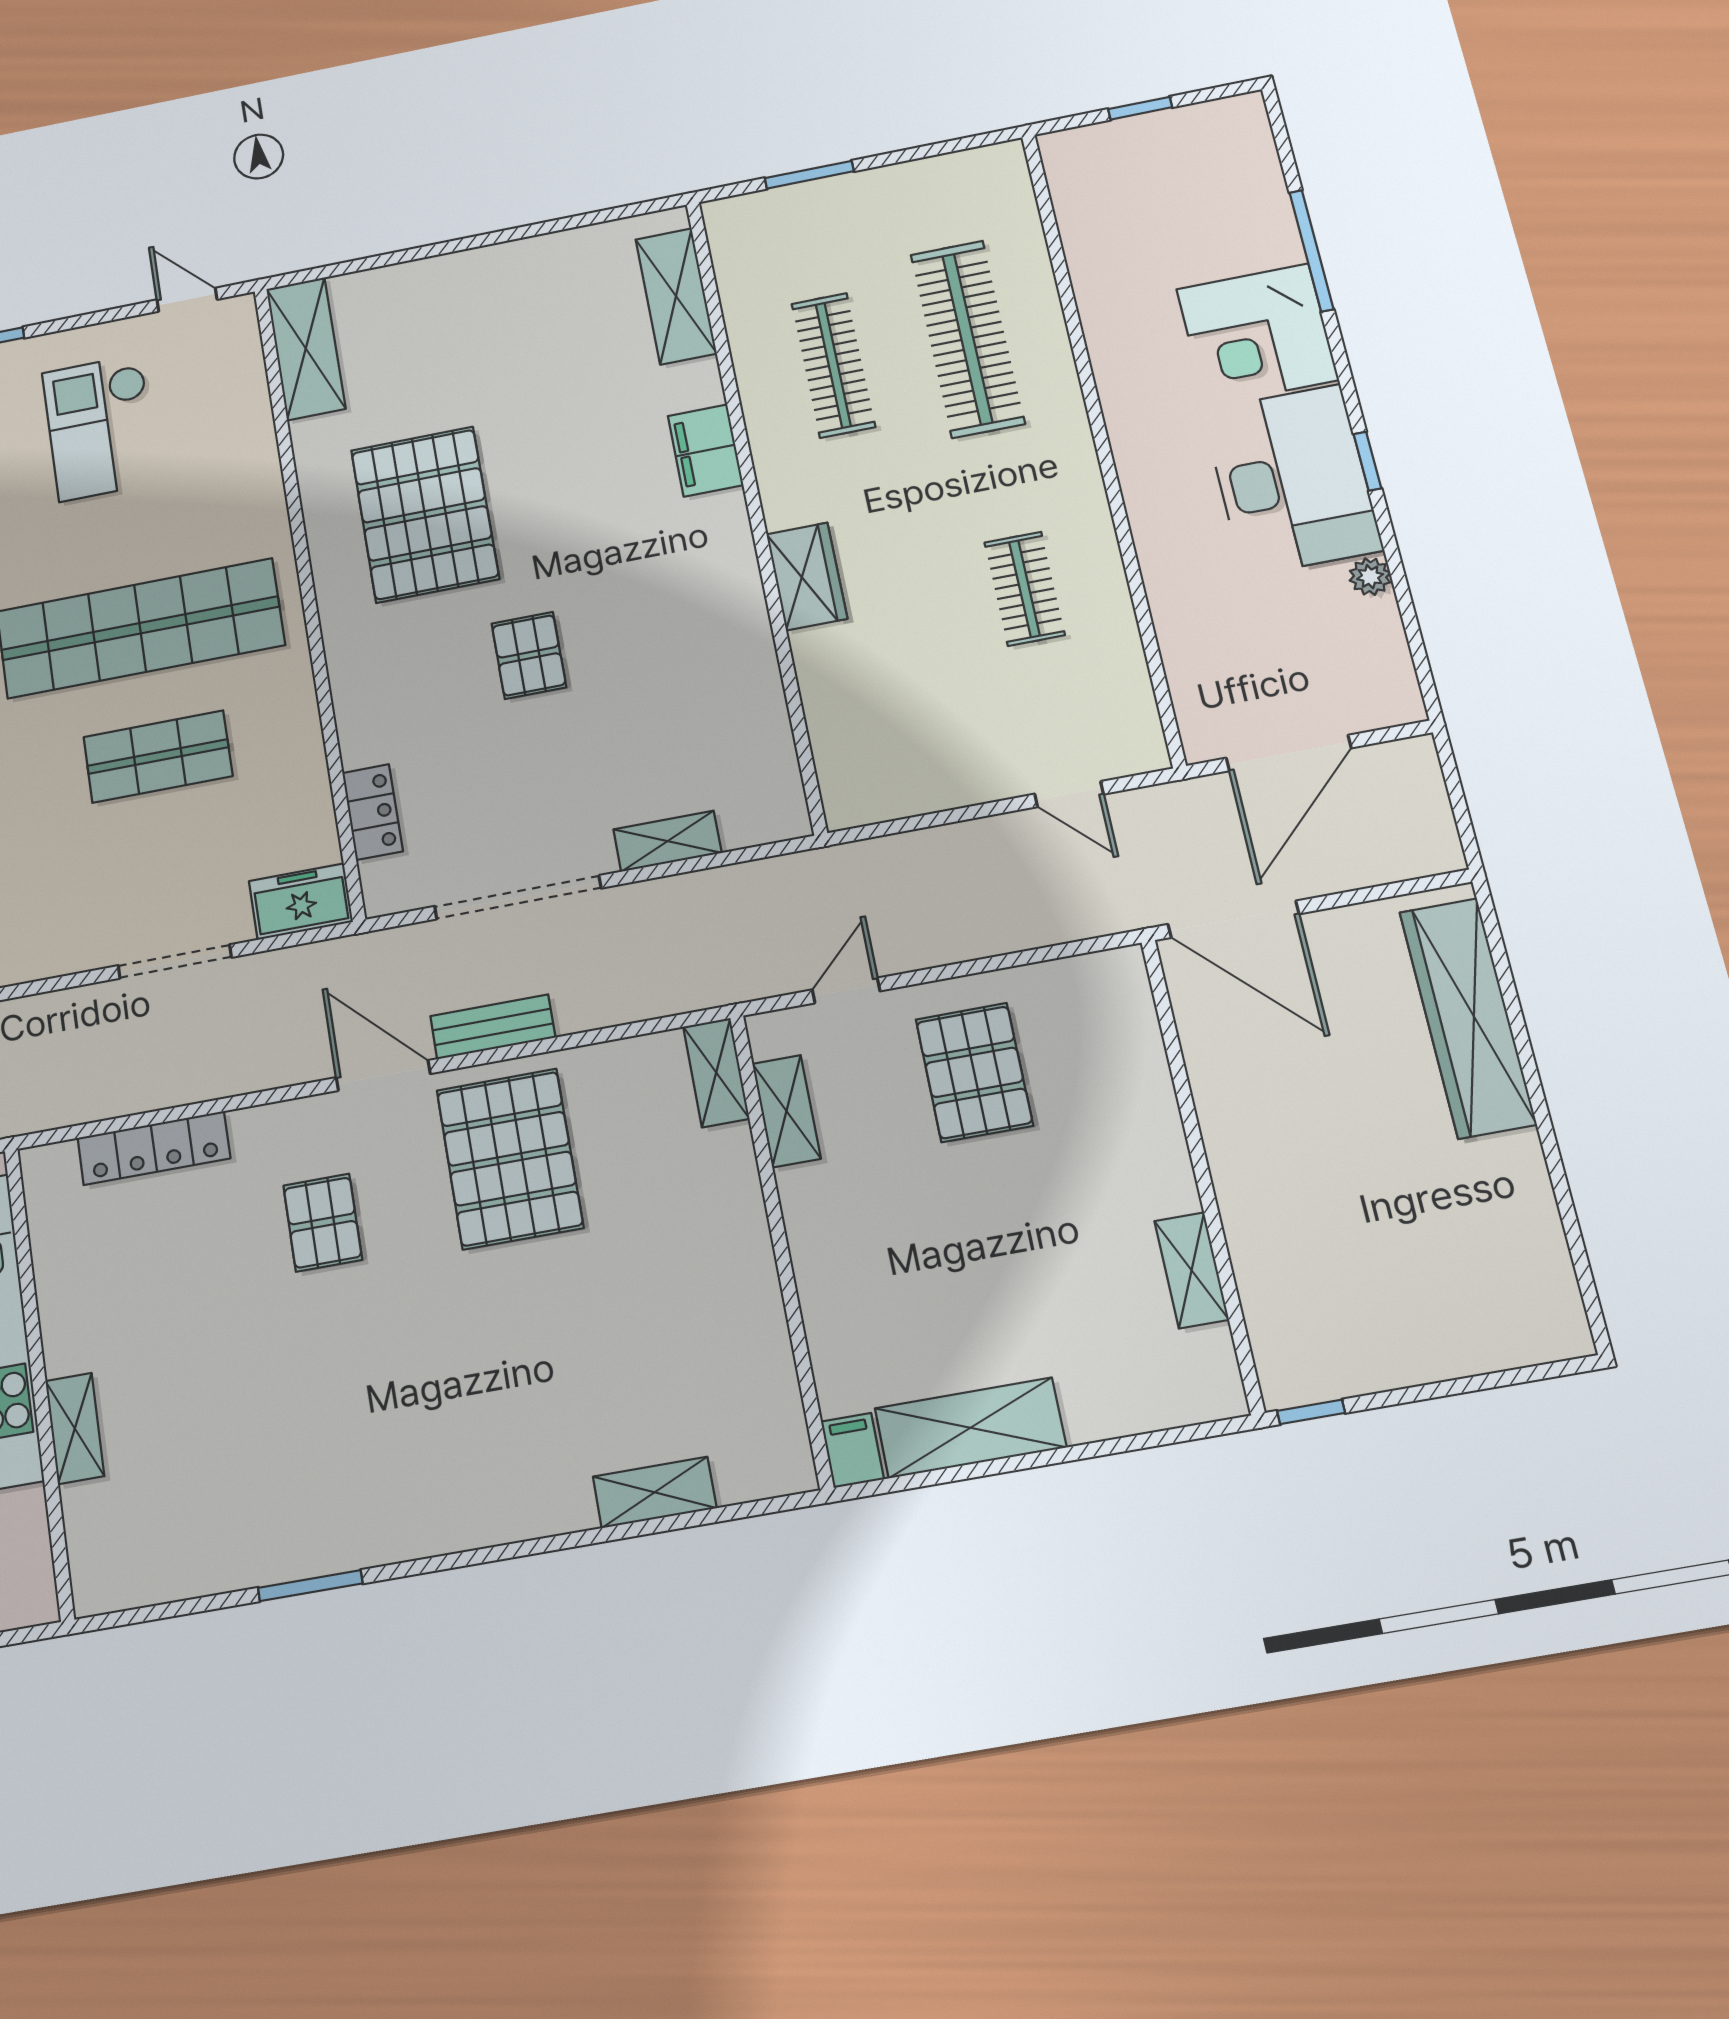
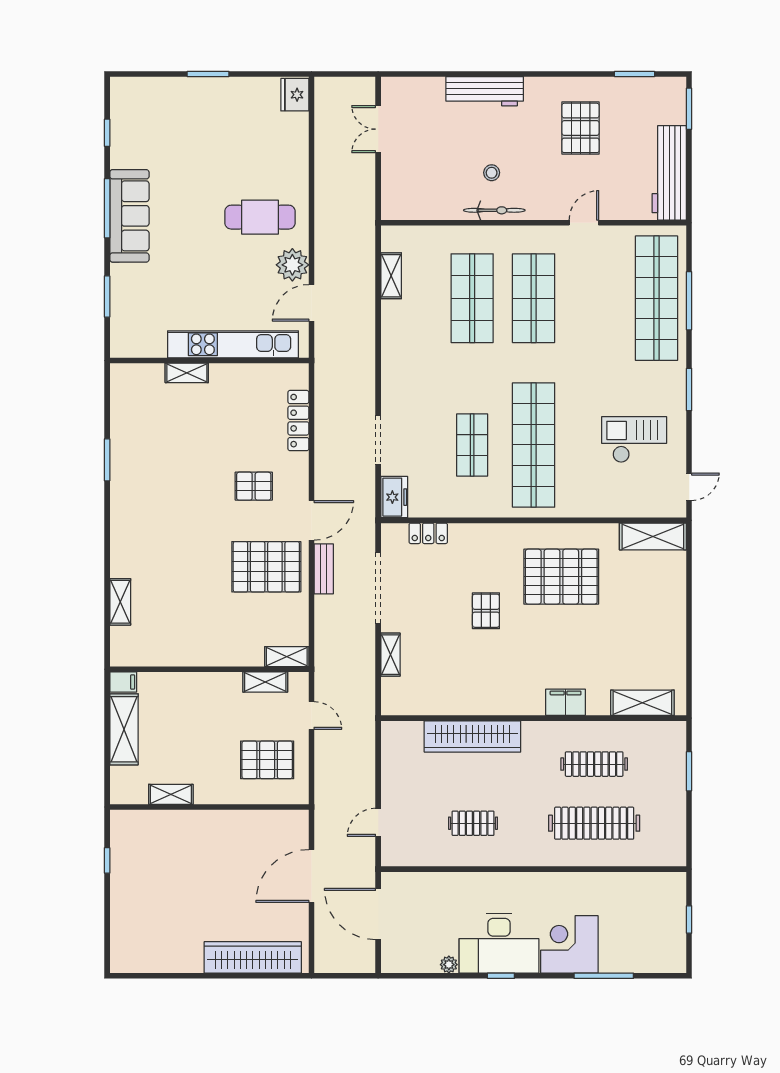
wardrobe: (807, 576) -> (472, 736), width x2.10, depth x1.17
pallet: (529, 655) -> (486, 611), turned 90
wall: (1202, 1172) -> (209, 807), moved
shelving: (1192, 1270) -> (171, 794), moved

